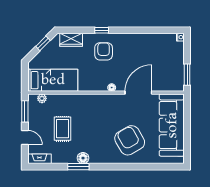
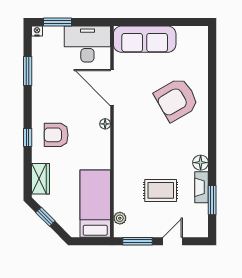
window: (151, 30) -> (28, 71), added
desk: (171, 74) -> (87, 44), added
window: (187, 75) -> (57, 22), moved
sofa: (172, 125) -> (145, 39), width x0.74, depth x0.79
fireplace: (39, 159) -> (201, 187), moved
window: (78, 167) -> (212, 200), moved

